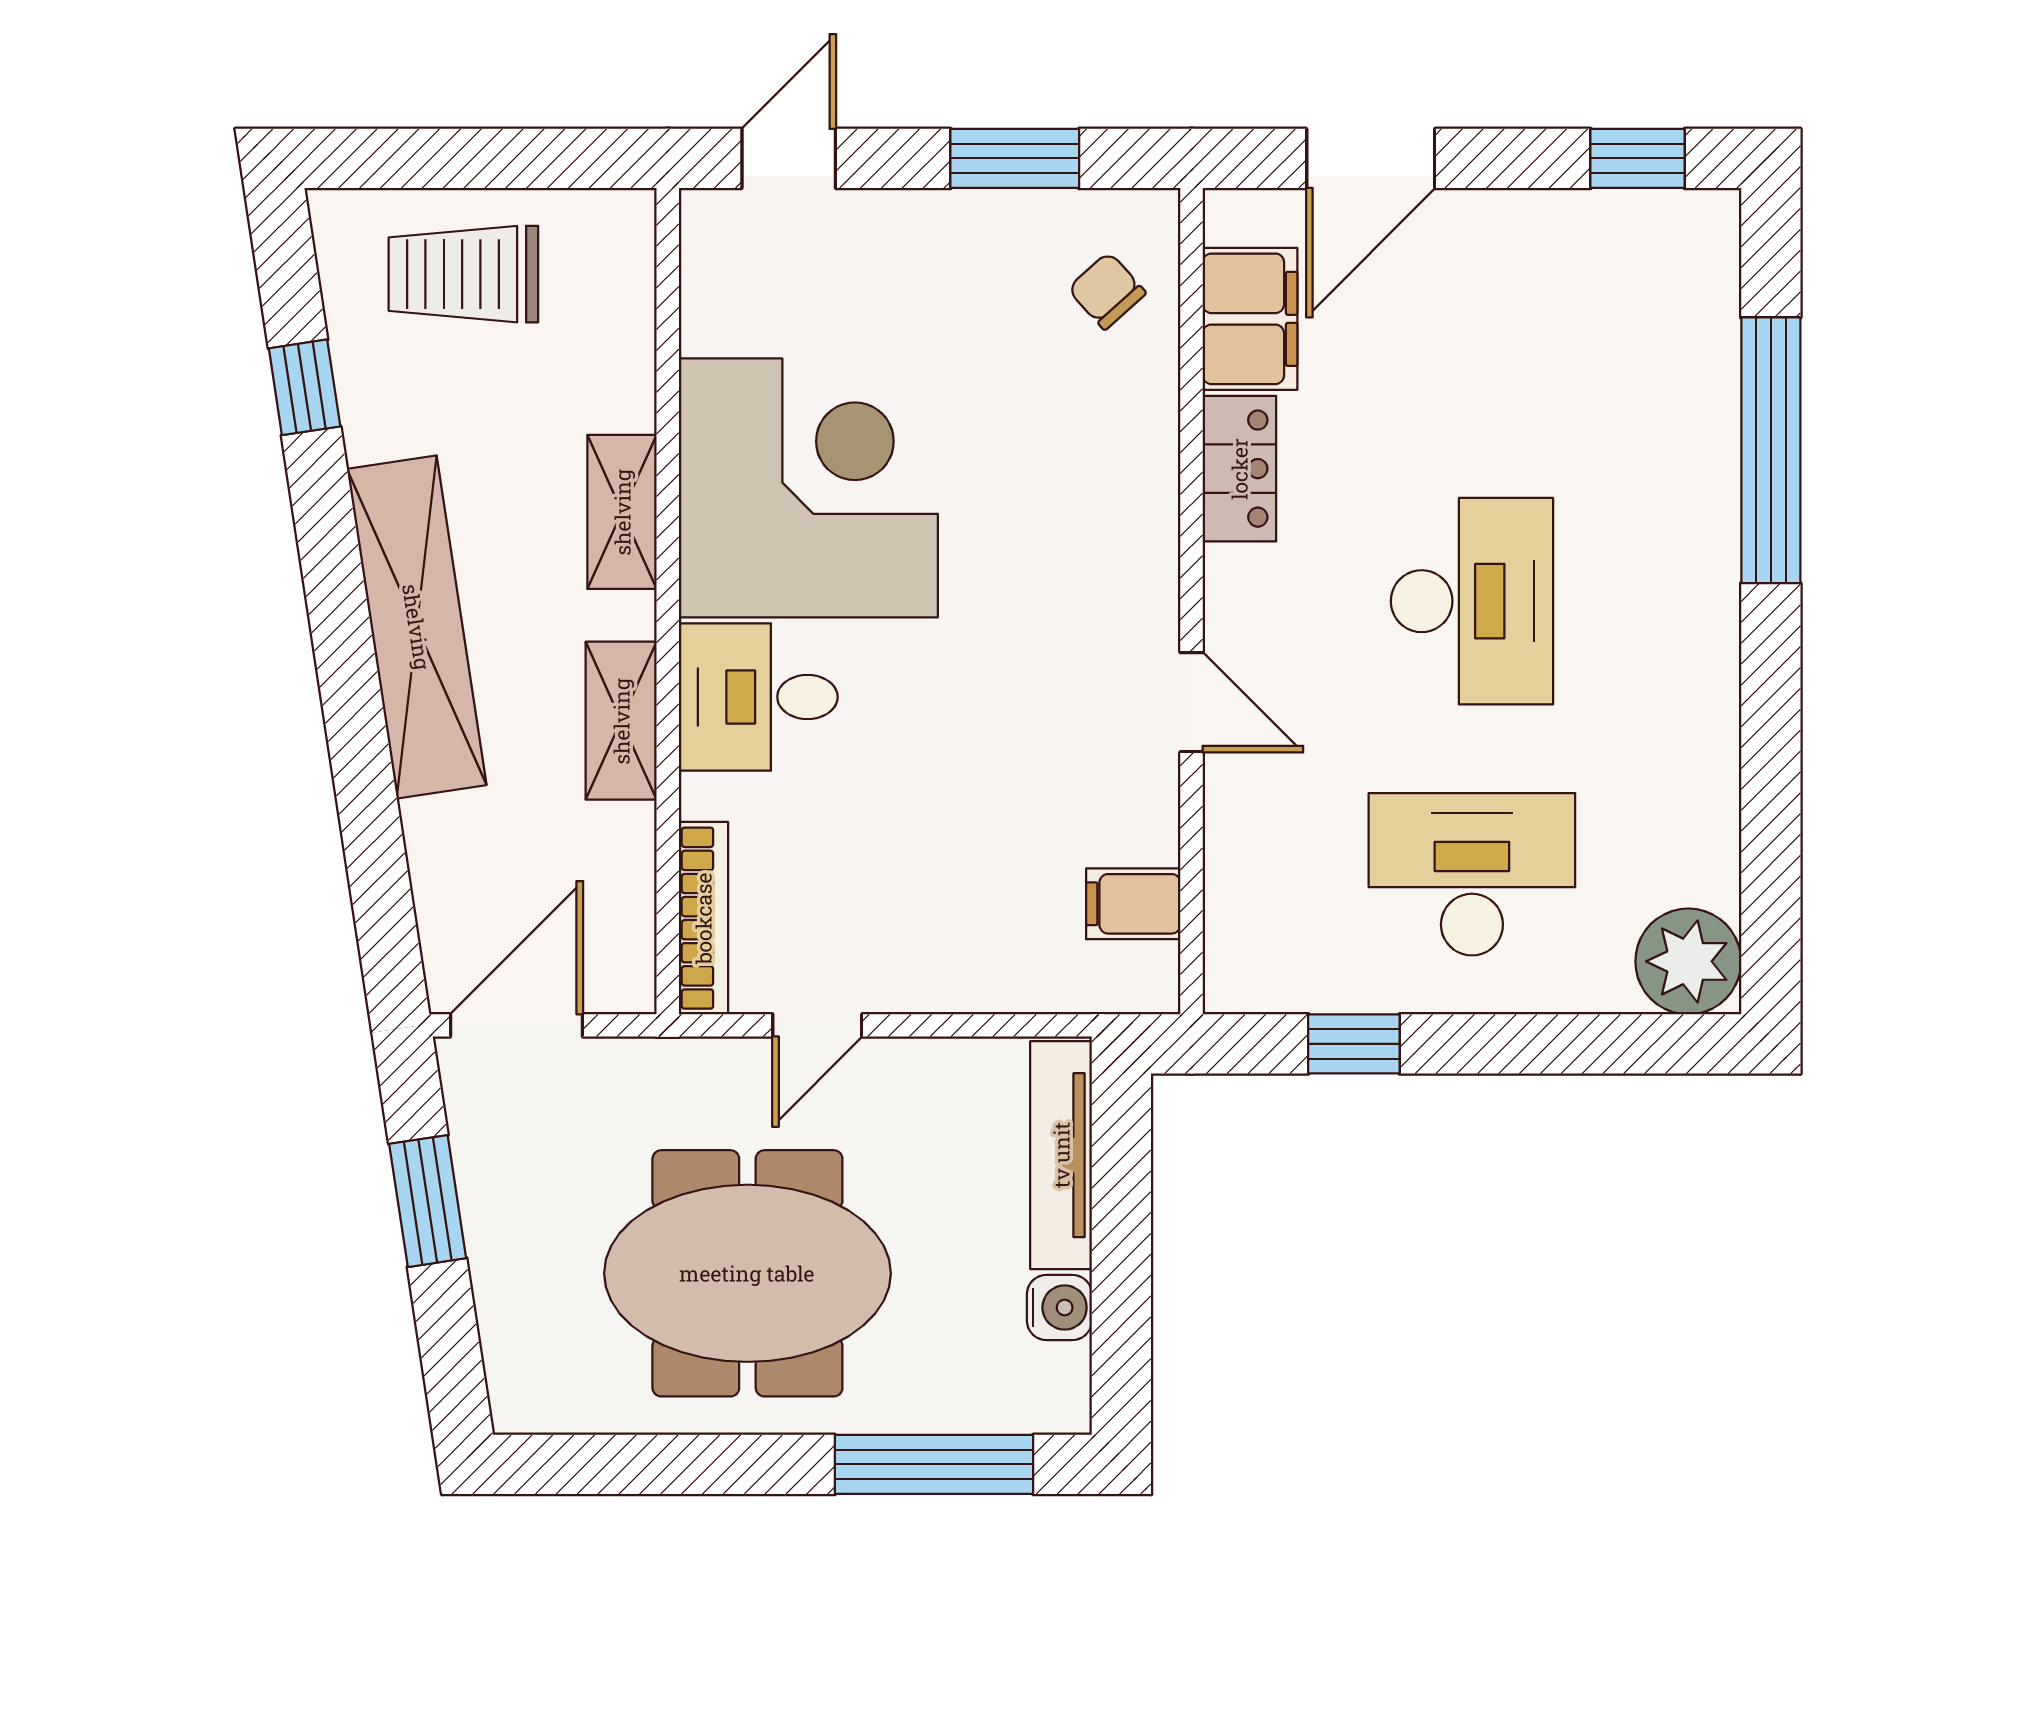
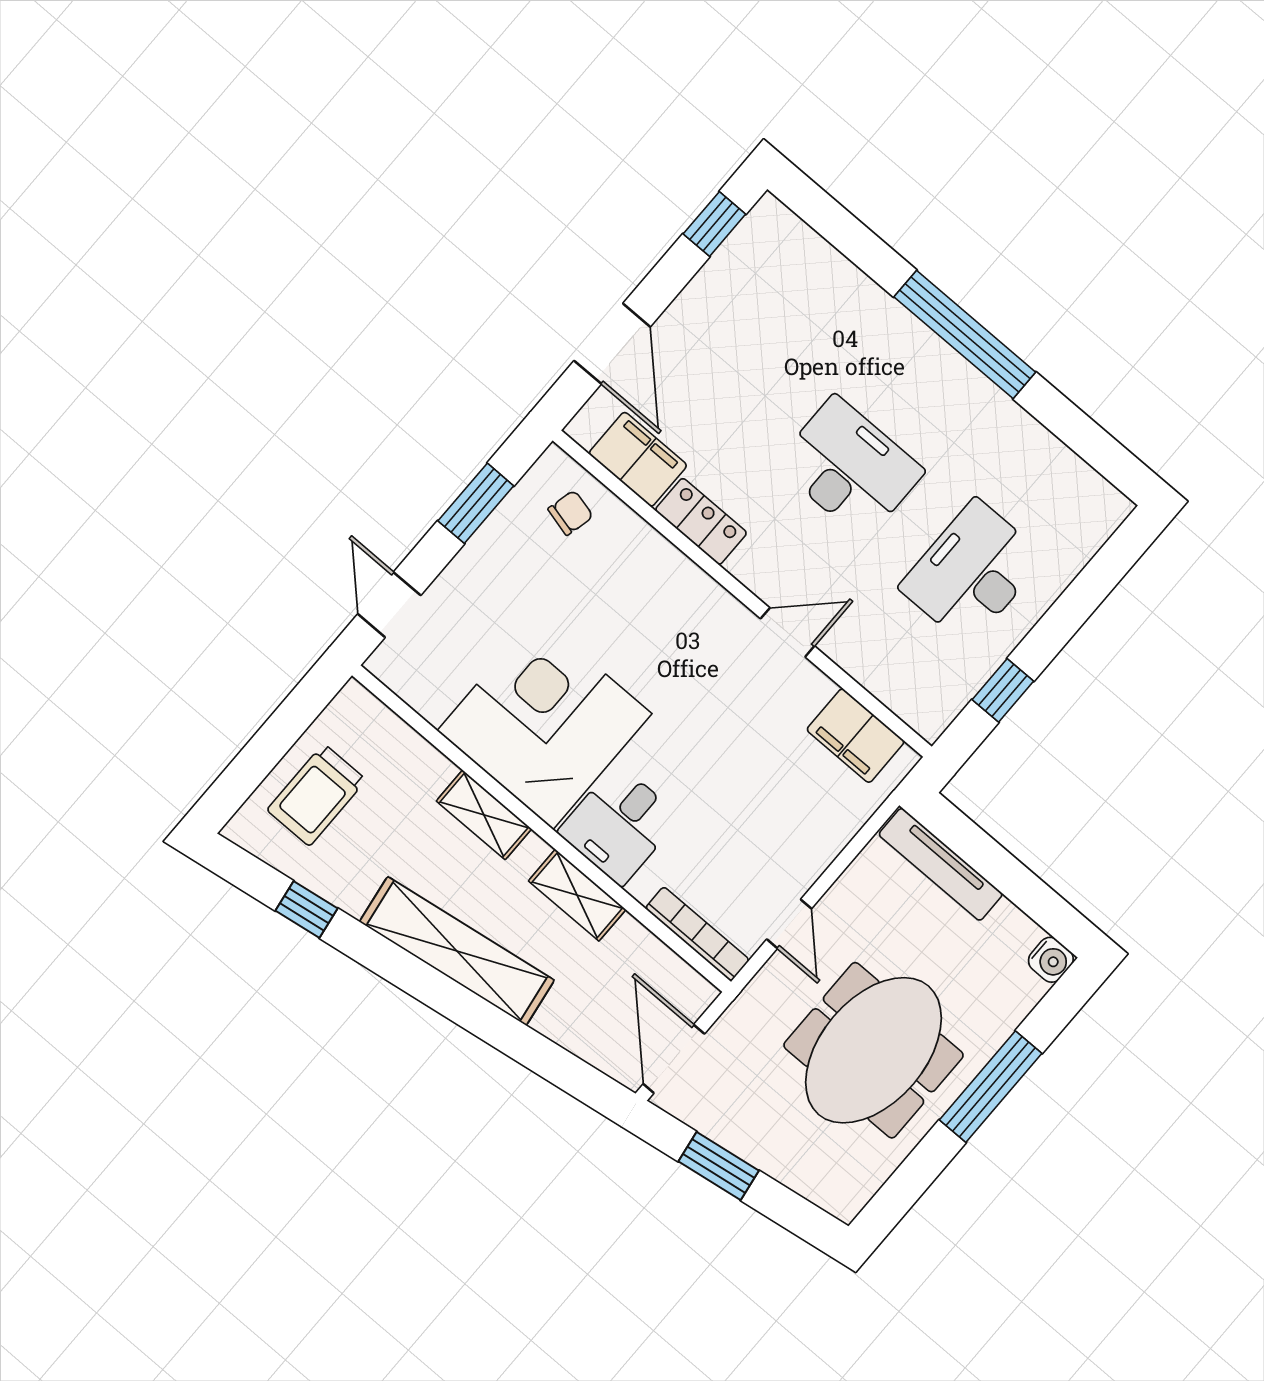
chair: (1107, 291) -> (571, 513), turned 146
window: (1771, 450) -> (965, 334), moved
filing cabinet: (1133, 904) -> (856, 736), width x2.00
plant: (1688, 961) -> (1094, 509), removed
water cooler: (1059, 1307) -> (1051, 960), moved, turned 90
window: (934, 1464) -> (991, 1087), moved

